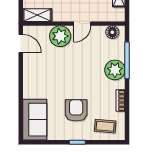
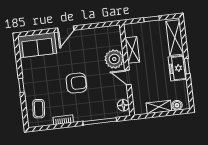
shelving: (37, 15) -> (132, 50), moved
door: (21, 43) -> (66, 29), moved
plant: (115, 70) -> (90, 111), removed
armchair: (76, 110) -> (76, 83), moved

